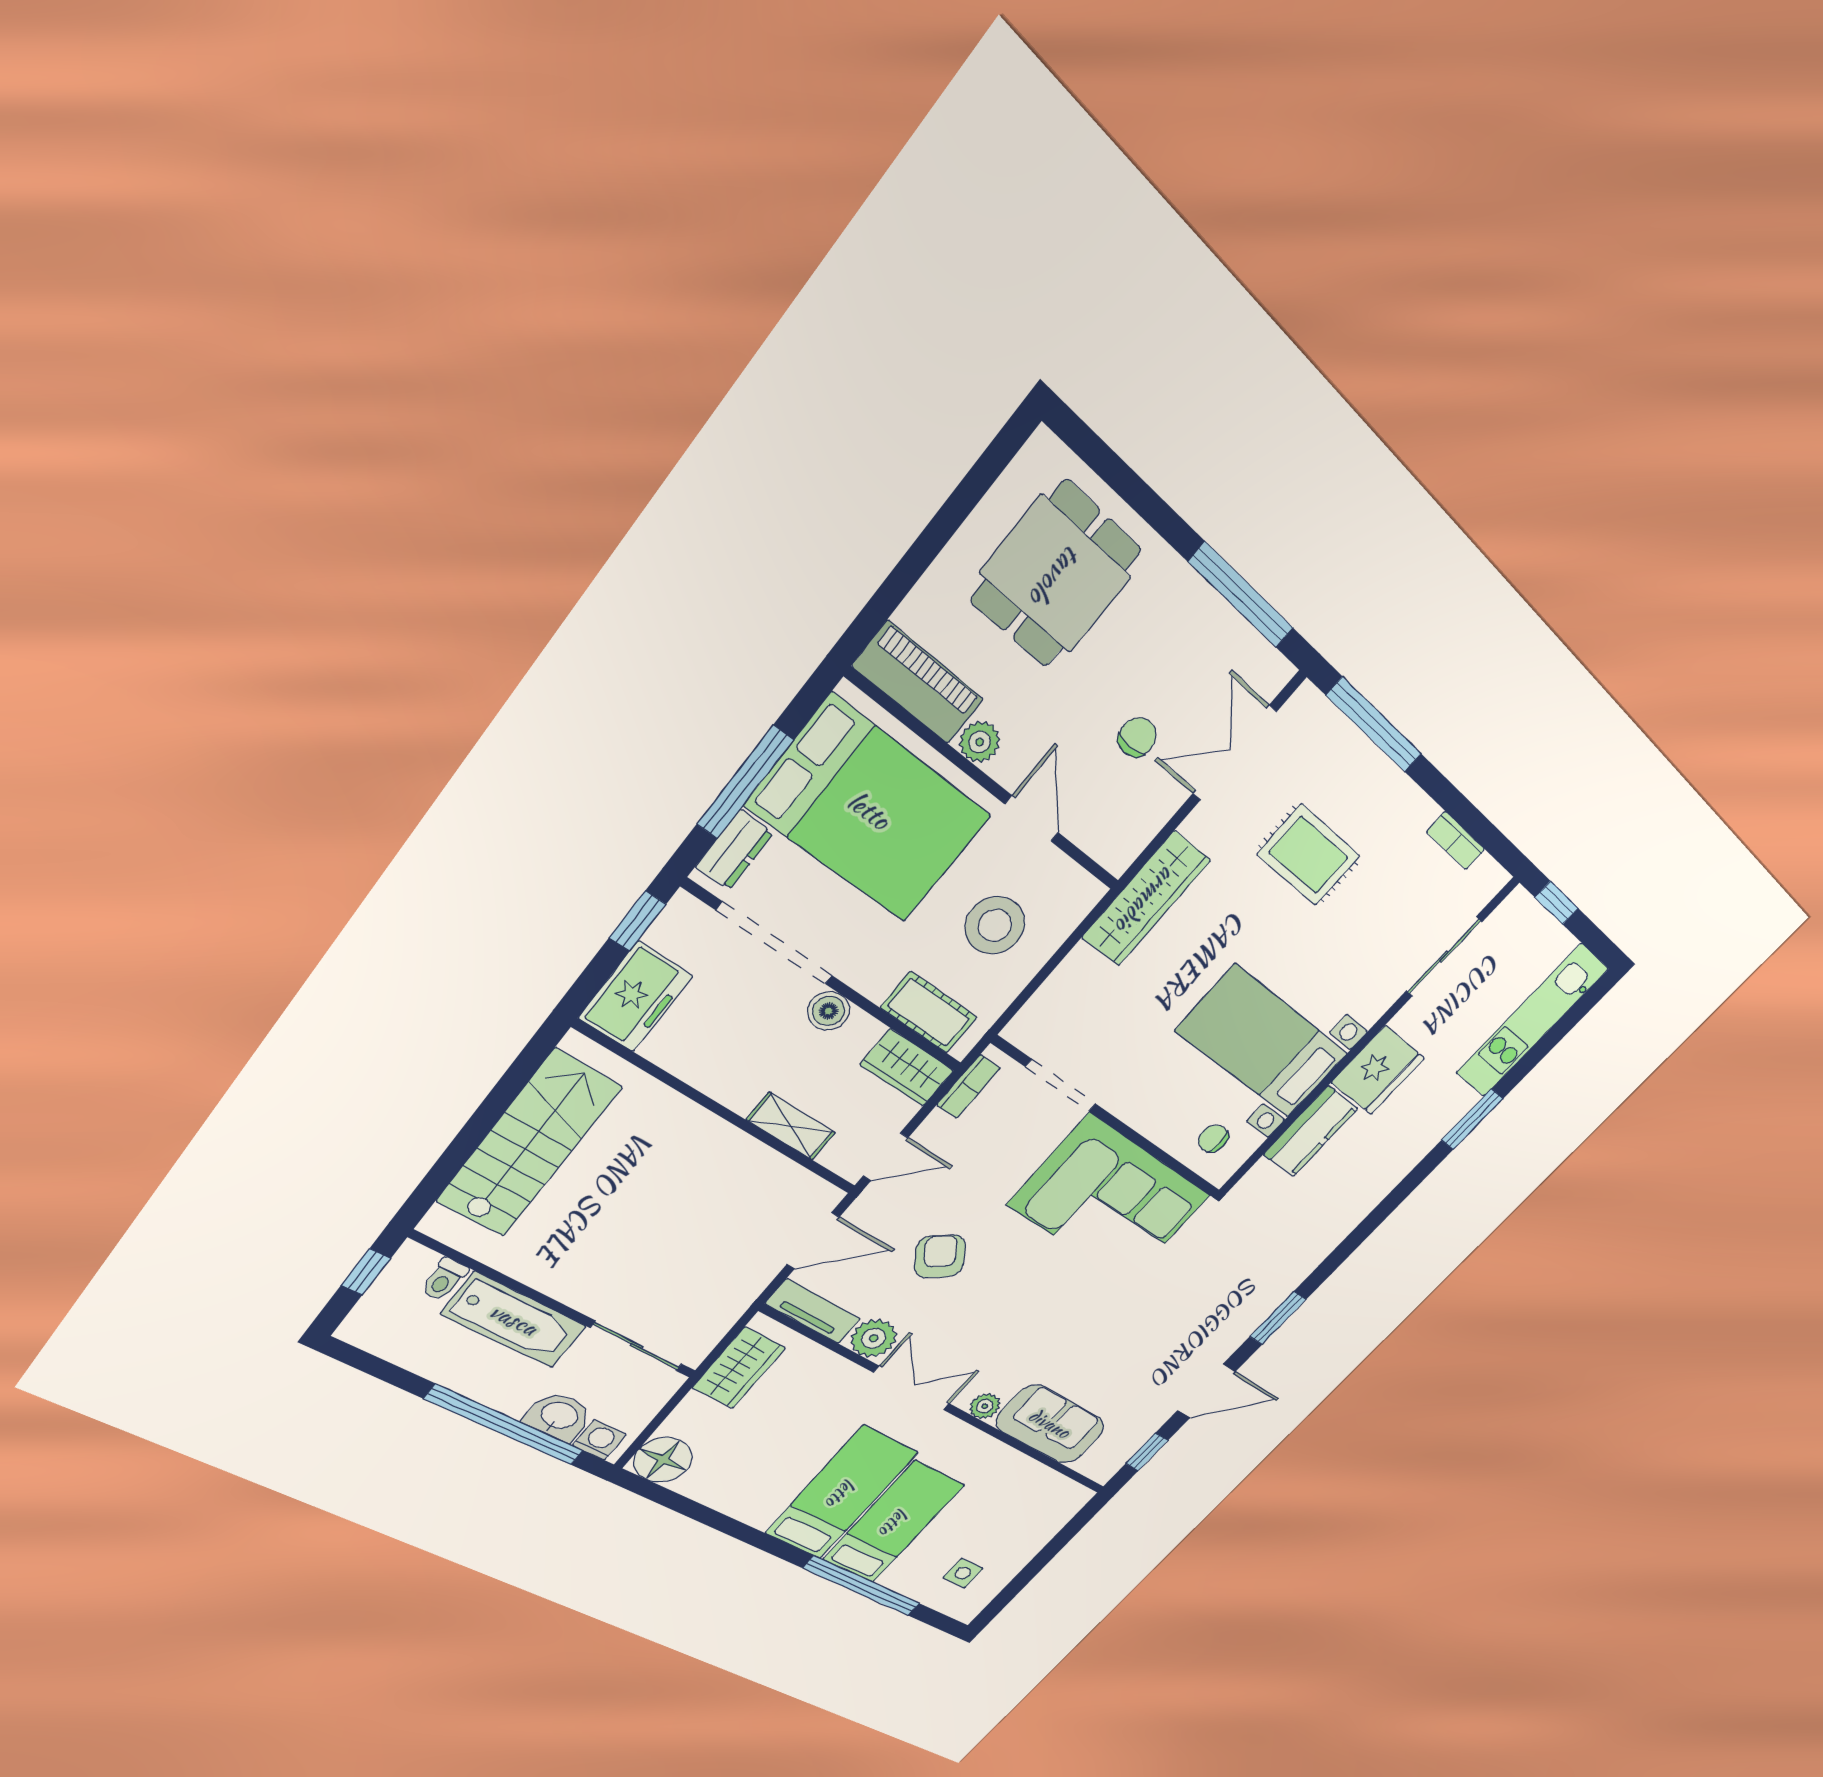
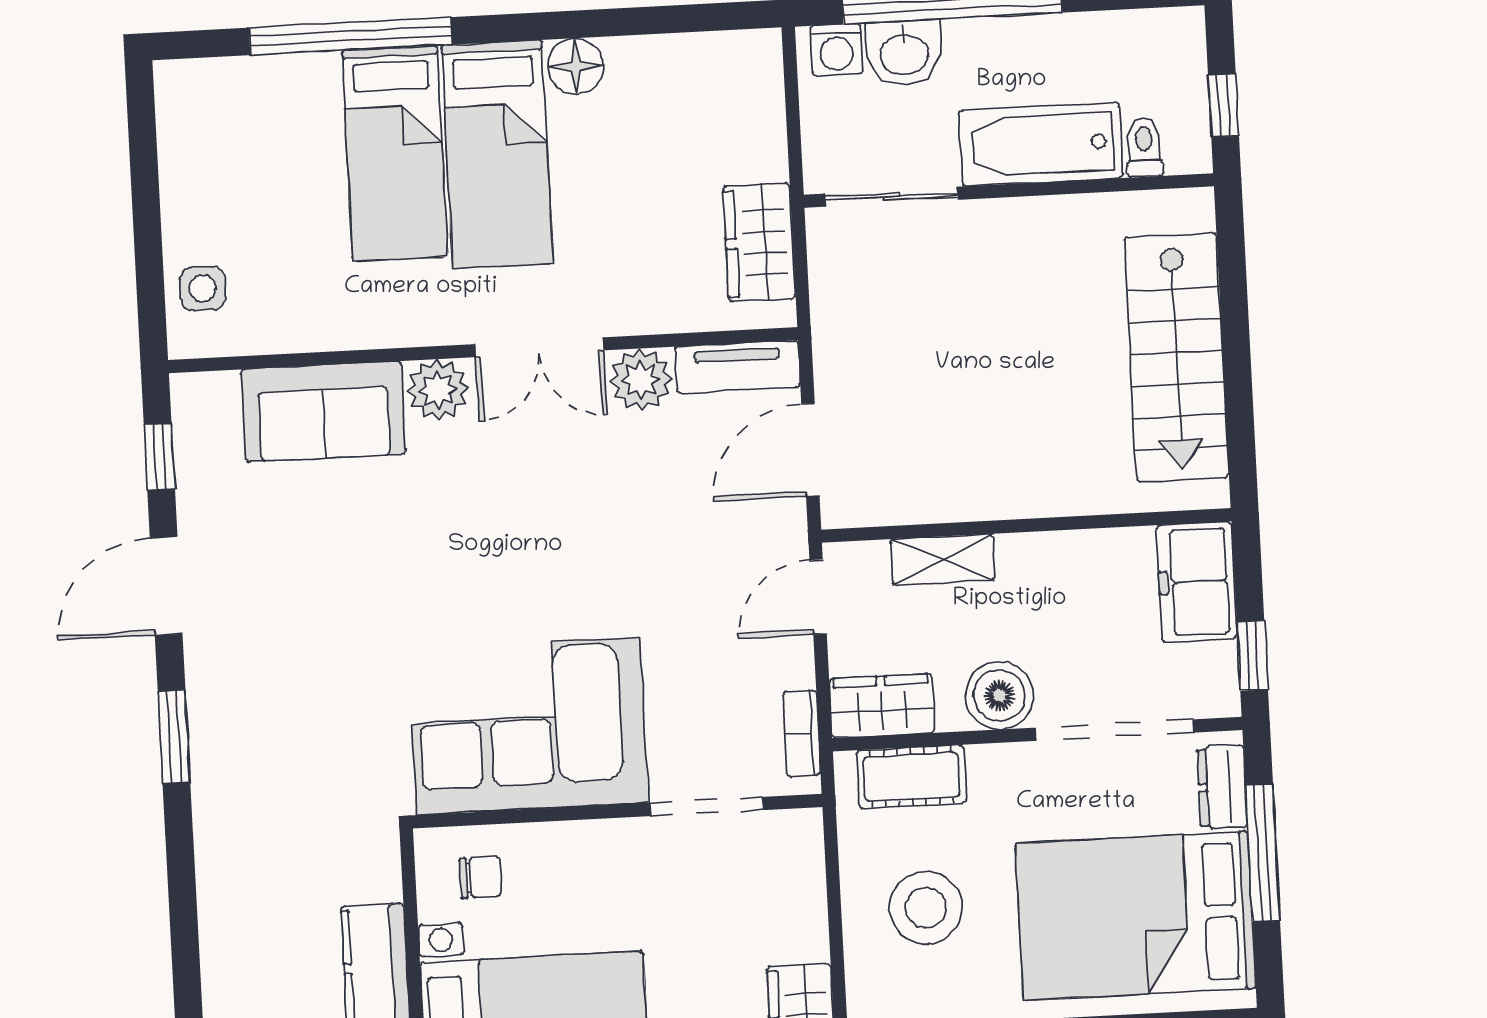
boiler: (829, 1011) -> (999, 696), width x1.36, depth x1.36
armchair: (940, 1256) -> (656, 528), removed
plant: (985, 1406) -> (438, 390), width x1.38, depth x1.38
floor lamp: (663, 1460) -> (576, 66), moved, width x0.73, depth x0.73
side table: (963, 1573) -> (203, 288), moved

